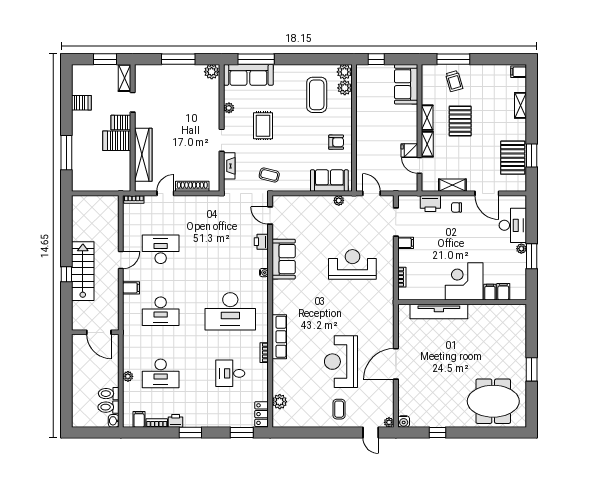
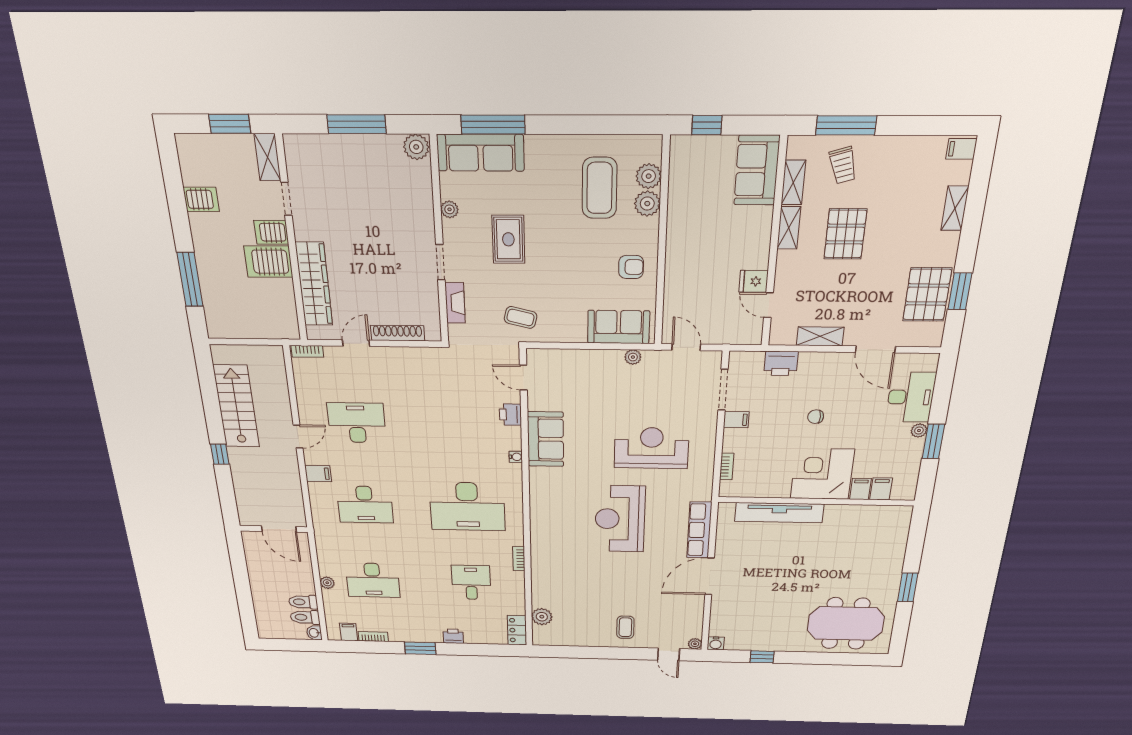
plant: (344, 72) -> (647, 204), moved
shelving: (427, 144) -> (793, 182), moved
chair: (456, 207) -> (816, 417), moved
stairs: (83, 271) -> (236, 406), moved
row of seats: (279, 337) -> (699, 530), moved, turned 180
reception desk: (341, 362) -> (620, 519), moved
desk: (230, 373) -> (471, 582), turned 90
printer: (176, 421) -> (453, 636), moved
window: (242, 432) -> (490, 650), removed

